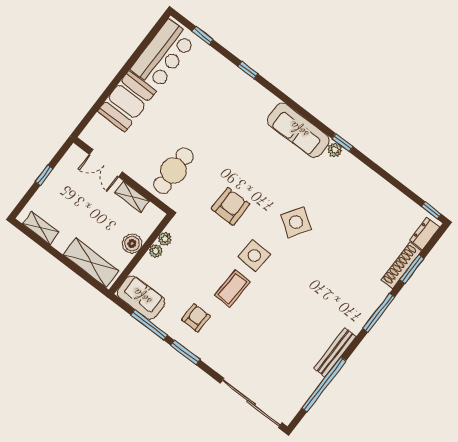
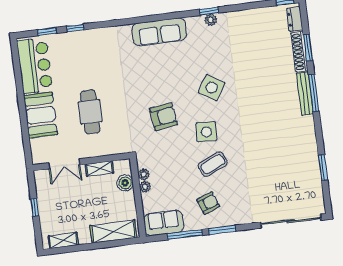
window: (248, 70) -> (75, 28), moved
window: (343, 143) -> (209, 11), moved
plant: (335, 150) -> (211, 20), moved
cafe table: (174, 171) -> (90, 112), moved
armchair: (230, 206) -> (163, 117), turned 82
boiler: (132, 244) -> (125, 183), moved
coffee table: (232, 288) -> (213, 164), turned 64
armchair: (196, 318) -> (208, 203), turned 69
bench: (335, 352) -> (305, 94), moved
window: (324, 384) -> (323, 168), width x0.47

